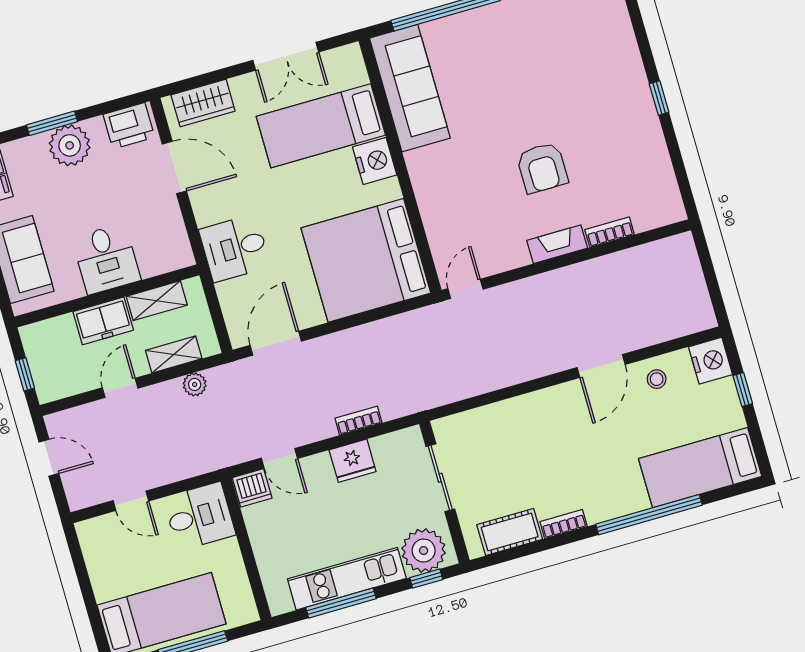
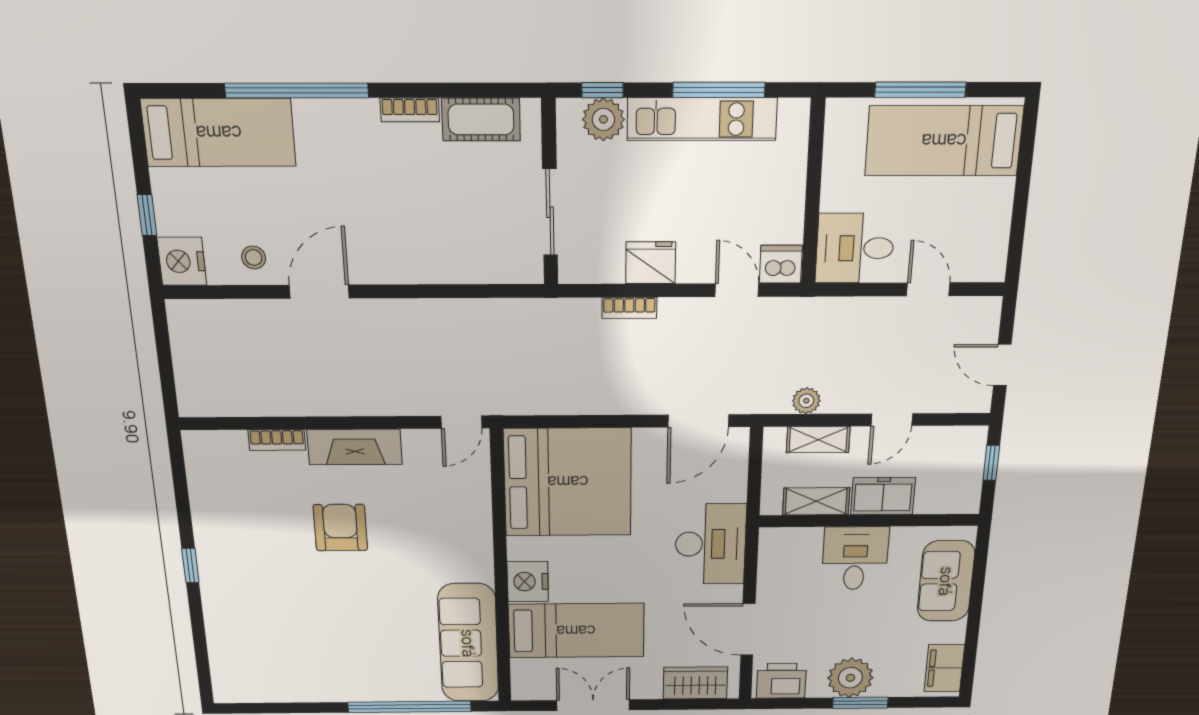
fireplace: (557, 244) -> (355, 447), width x1.37, depth x1.32
desk: (235, 248) -> (710, 544), width x1.37
plant: (424, 551) -> (603, 119), width x0.73, depth x0.73

